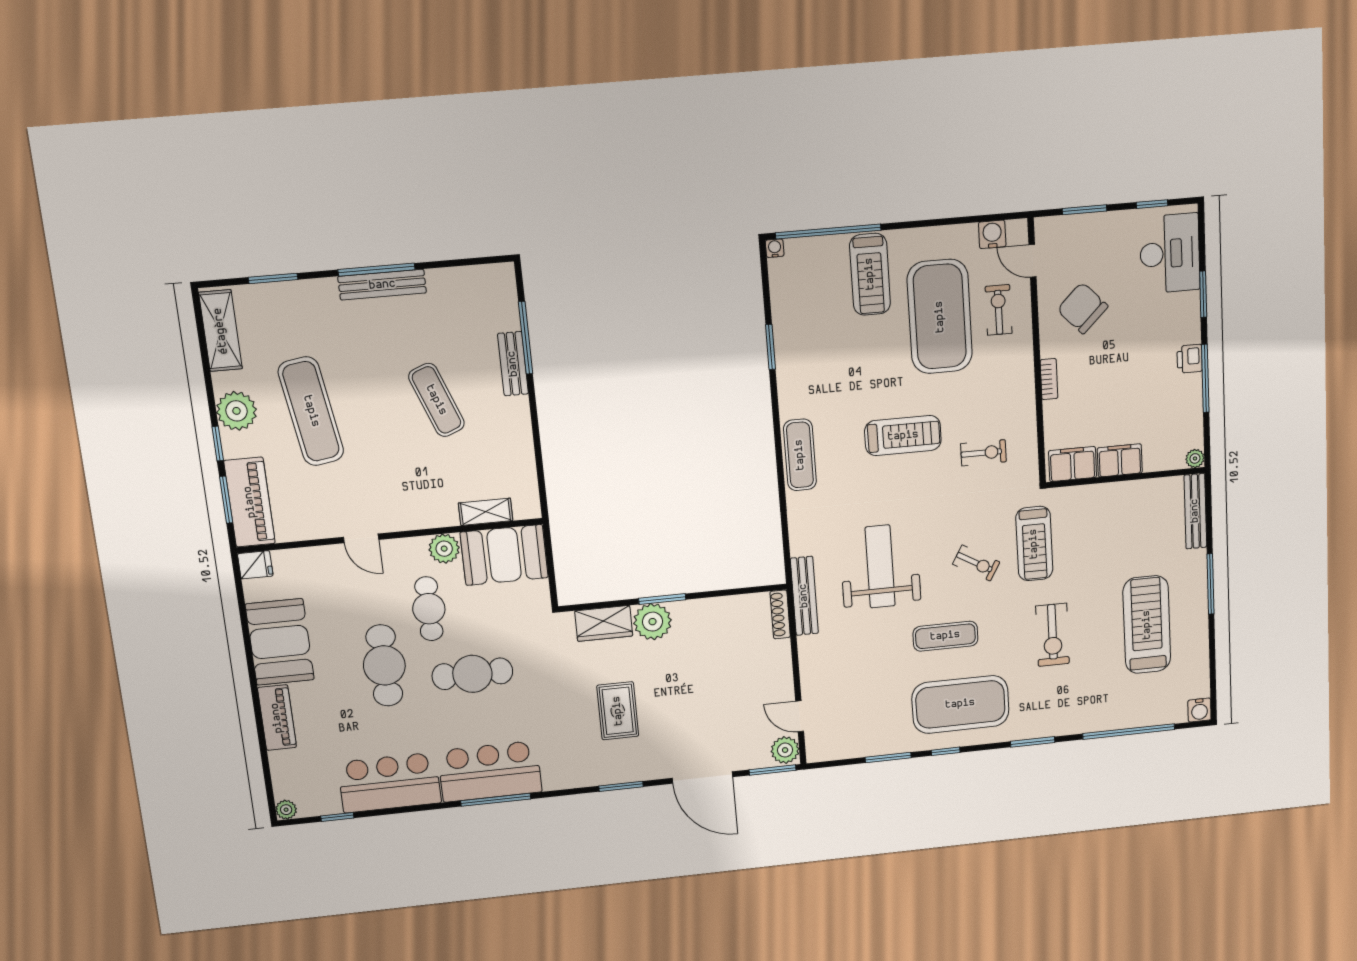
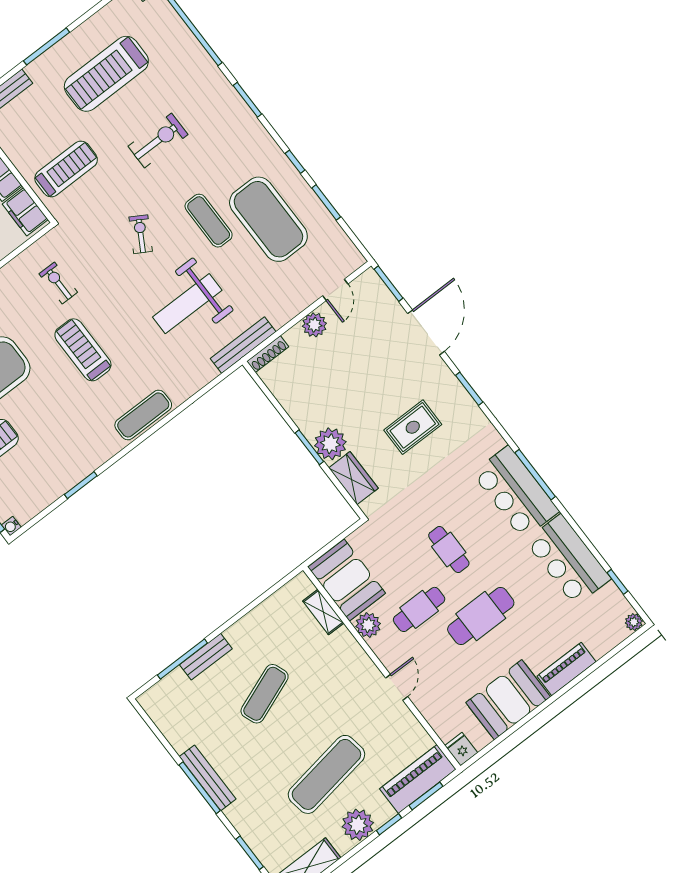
treadmill: (1034, 544) -> (66, 169), moved
cafe table: (472, 674) -> (449, 549), width x0.73, depth x0.74
exercise mat: (960, 704) -> (268, 219), moved
plant: (785, 750) -> (314, 325), moved

